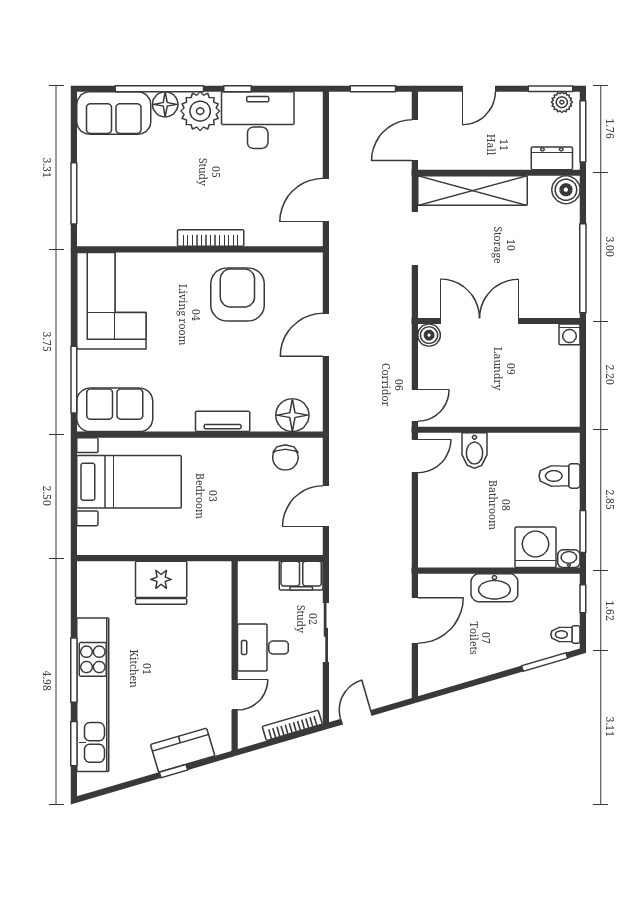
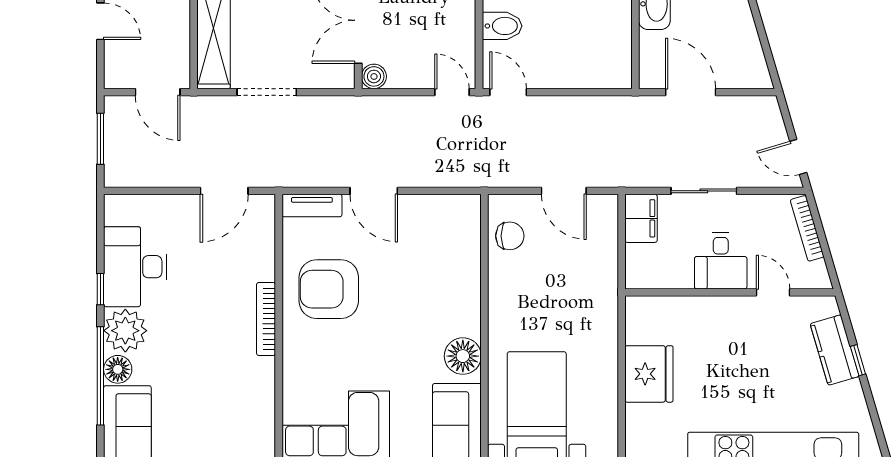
door: (326, 200) -> (224, 191), hinge flipped
floor lamp: (292, 415) -> (463, 356), moved
tv unit: (223, 421) -> (312, 206), moved, turned -90

